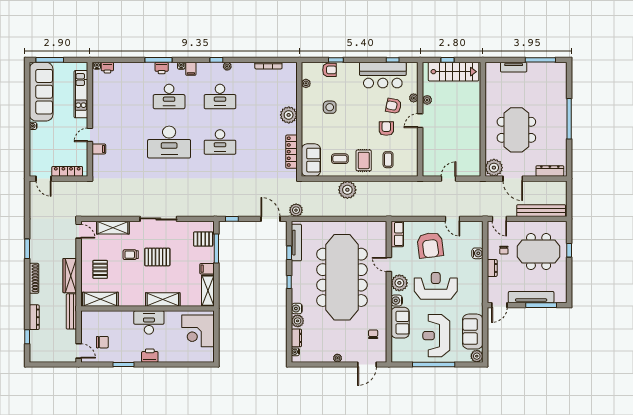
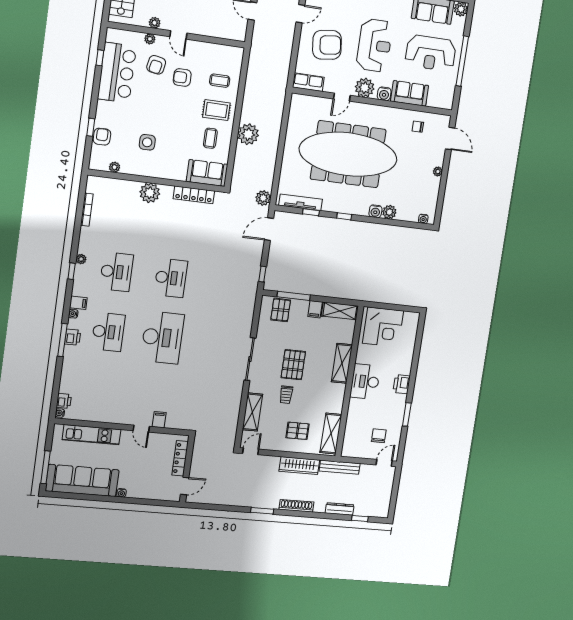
reception desk: (436, 286) -> (374, 45), turned 180
dresser: (296, 338) -> (408, 216), removed

